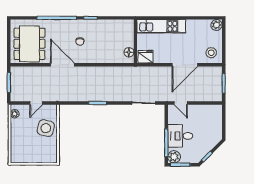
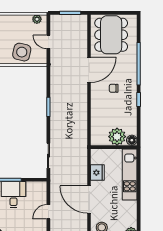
plant: (126, 38) -> (117, 137), added
dining table: (29, 44) -> (111, 35), turned 90
floor lamp: (129, 52) -> (132, 140), moved
fridge: (146, 57) -> (97, 173), moved
door: (181, 103) -> (48, 212), moved

